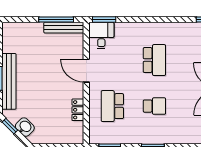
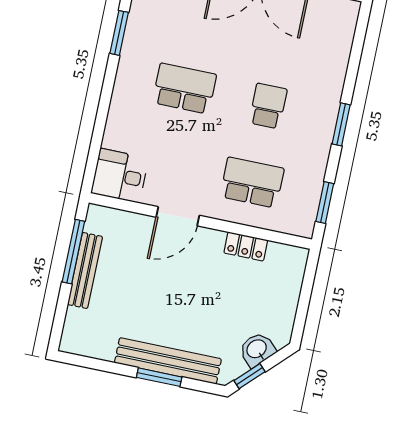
window: (104, 19) -> (119, 33), moved
bench: (64, 28) -> (85, 270), moved
school desk: (112, 106) -> (252, 183), turned 180

